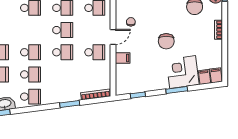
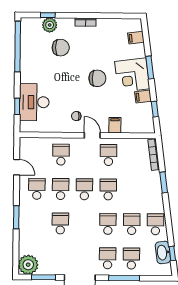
corner desk: (183, 72) -> (132, 75), moved
filing cabinet: (216, 75) -> (143, 97), moved

